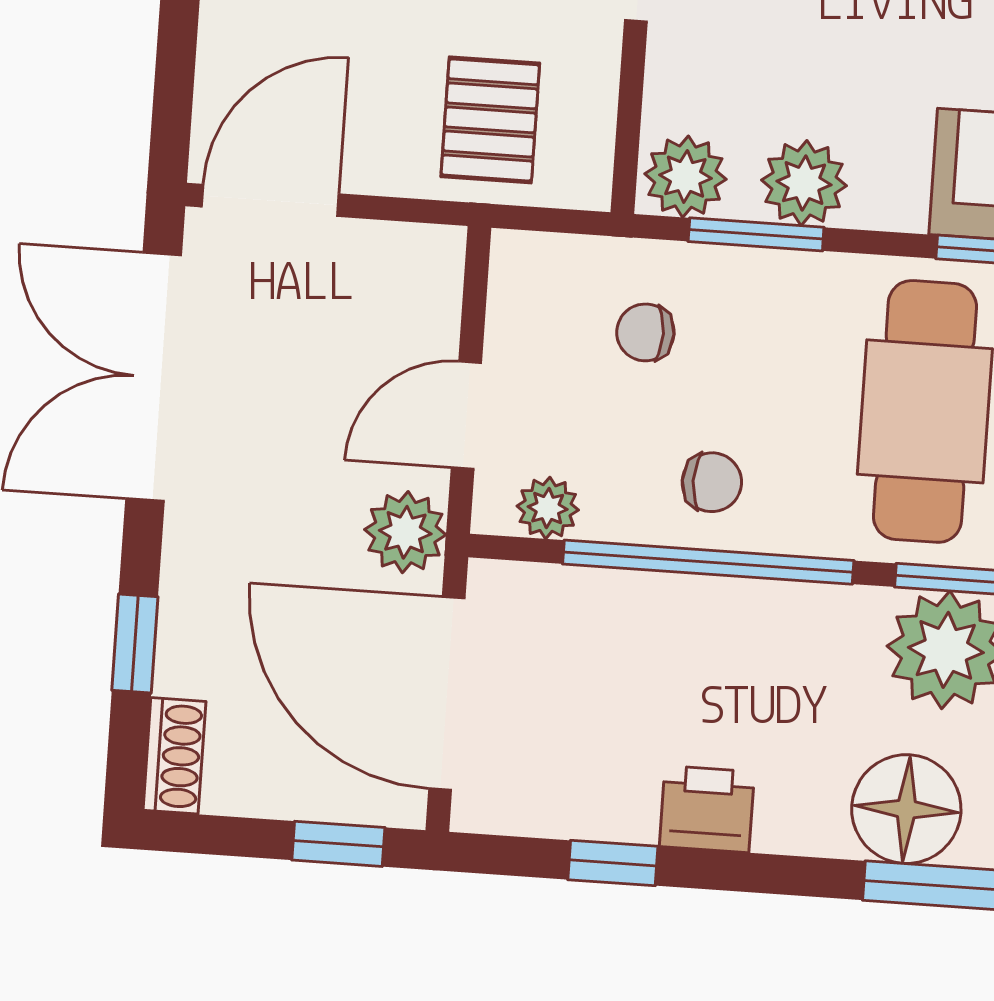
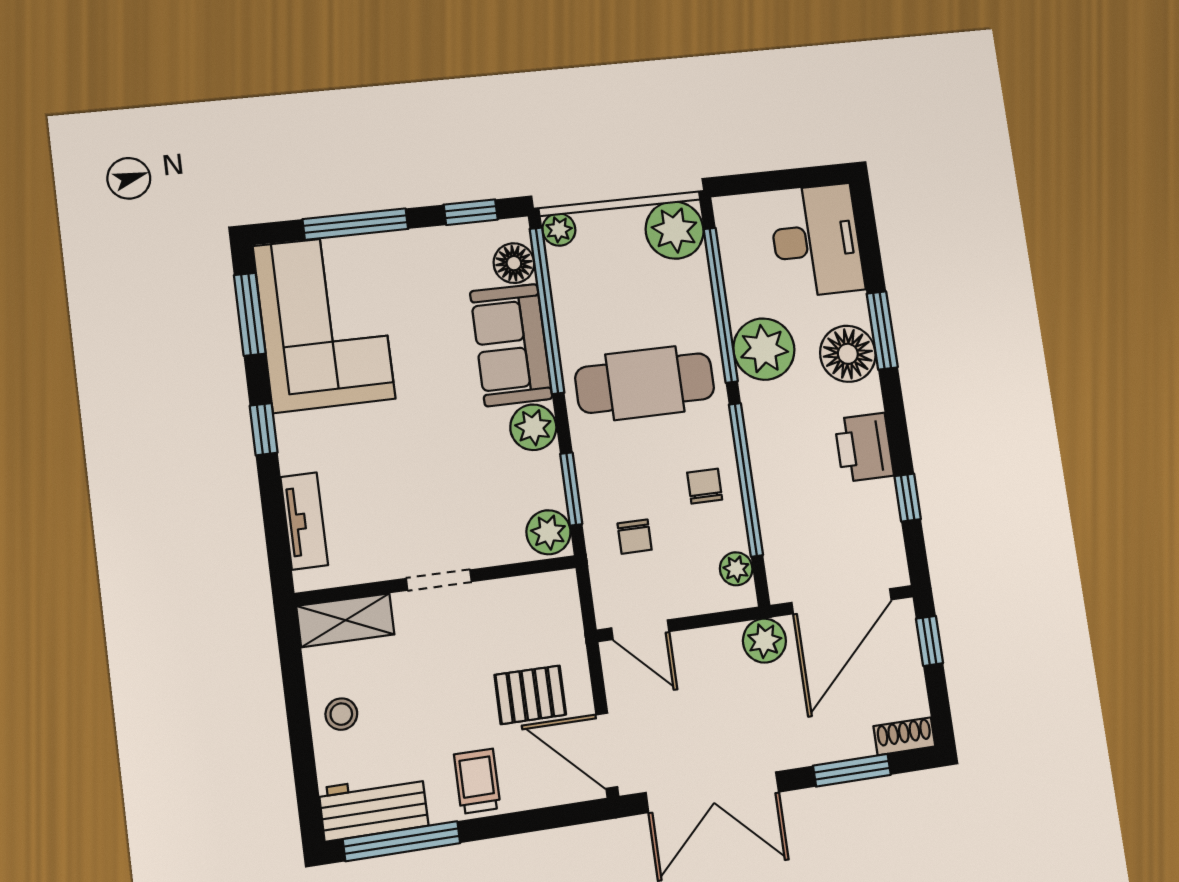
pallet: (490, 120) -> (530, 695), moved
plant: (804, 183) -> (533, 427), moved
door: (466, 415) -> (640, 630), moved
window: (135, 643) -> (852, 770), width x1.50
printer: (707, 809) -> (864, 447), width x1.36, depth x1.24

